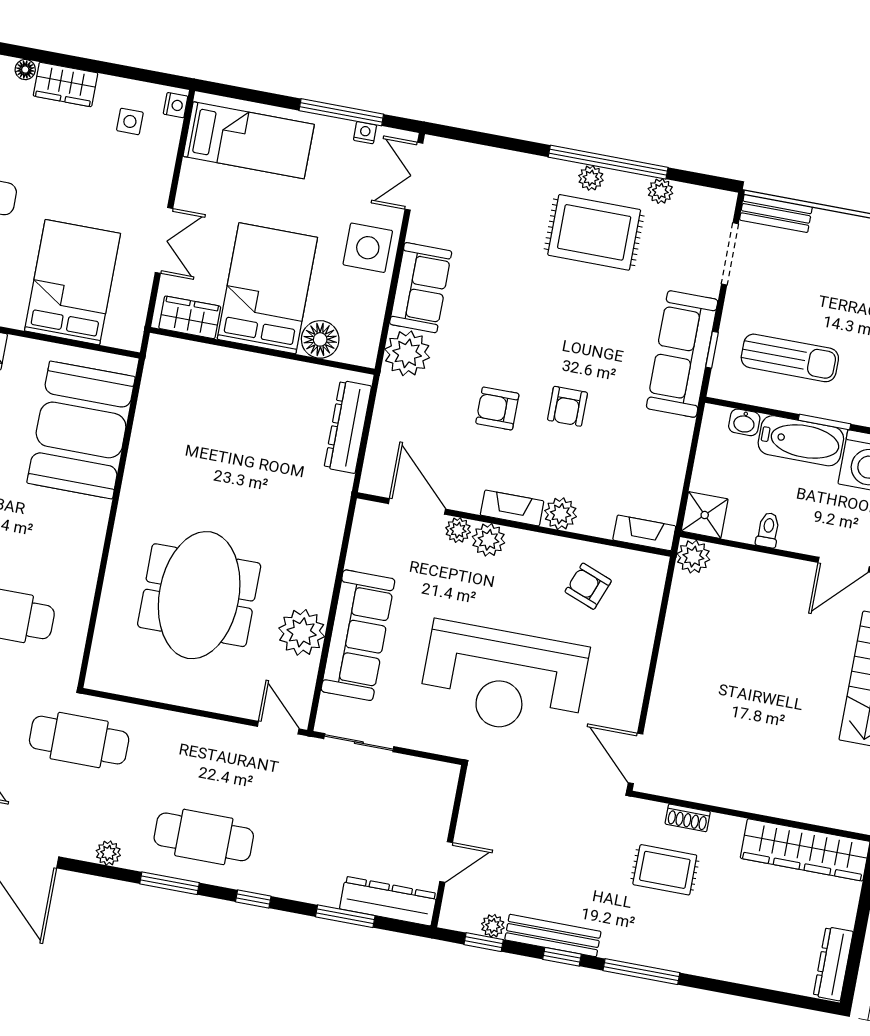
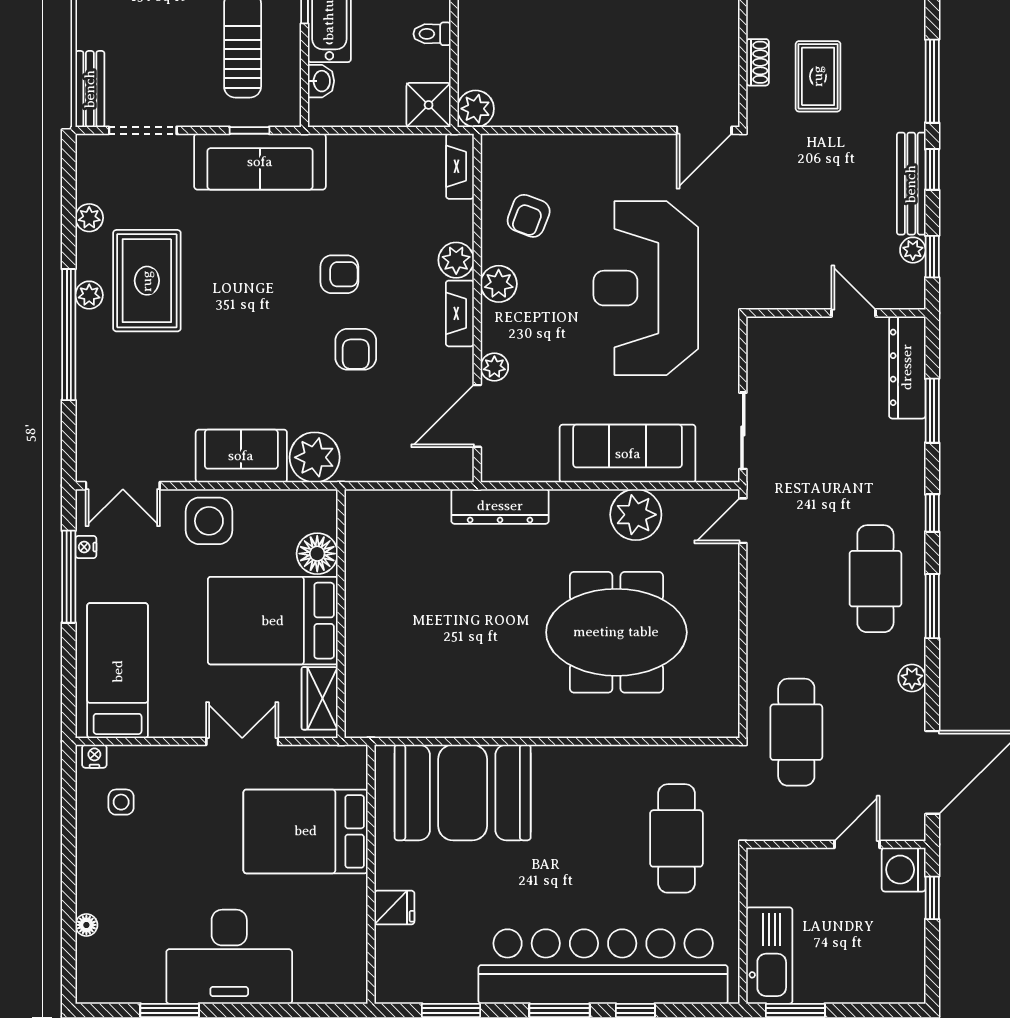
wardrobe: (65, 84) -> (94, 879), removed
window: (608, 162) -> (69, 335), moved
dresser: (348, 427) -> (500, 506), moved
plant: (489, 540) -> (499, 284), moved
reception desk: (504, 679) -> (646, 288), turned 180

